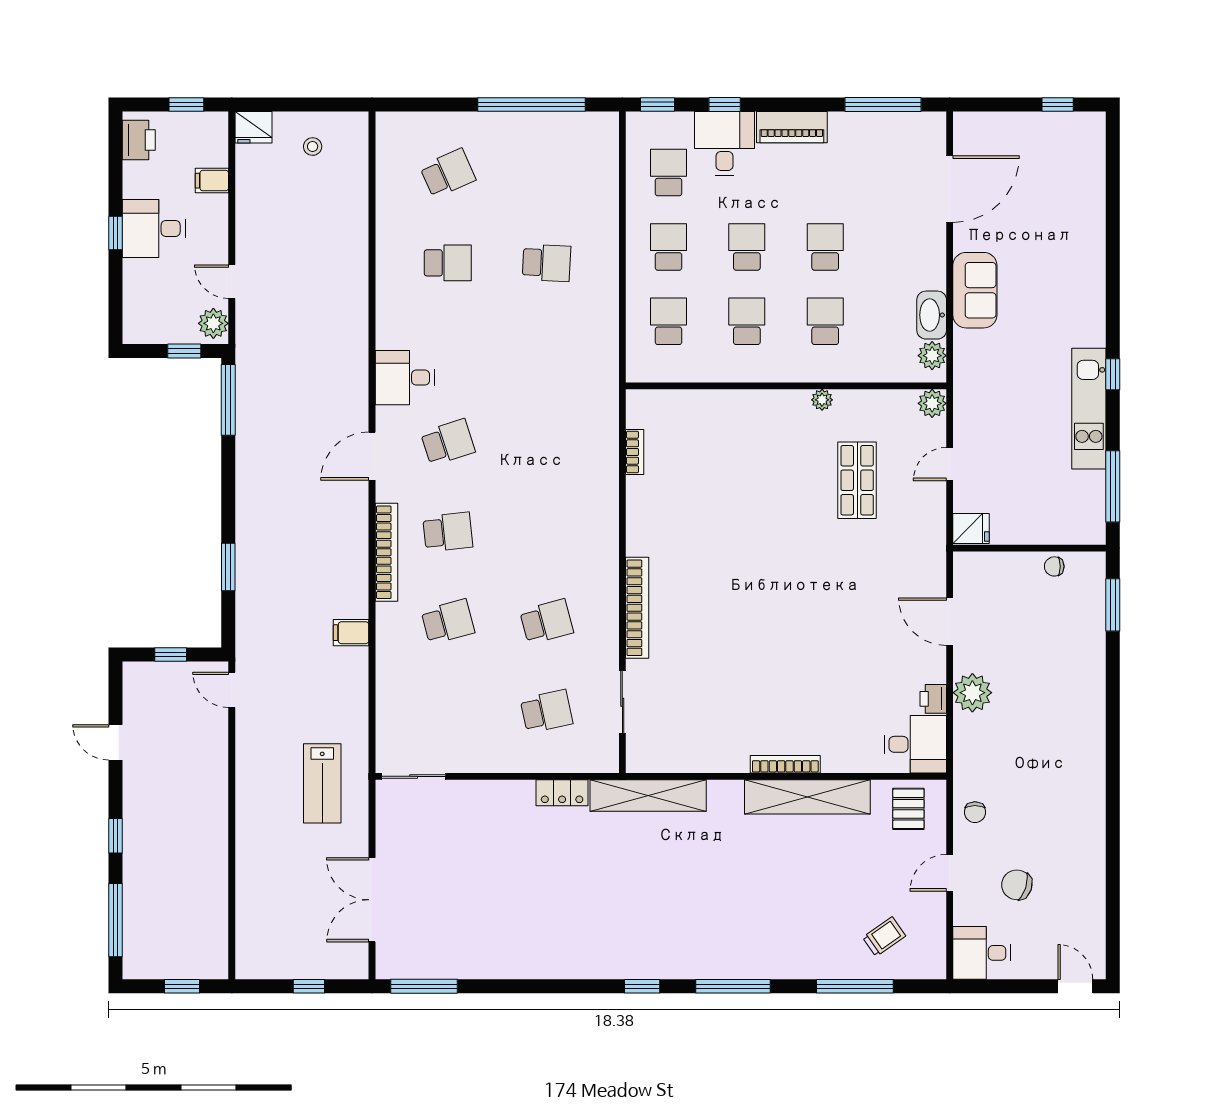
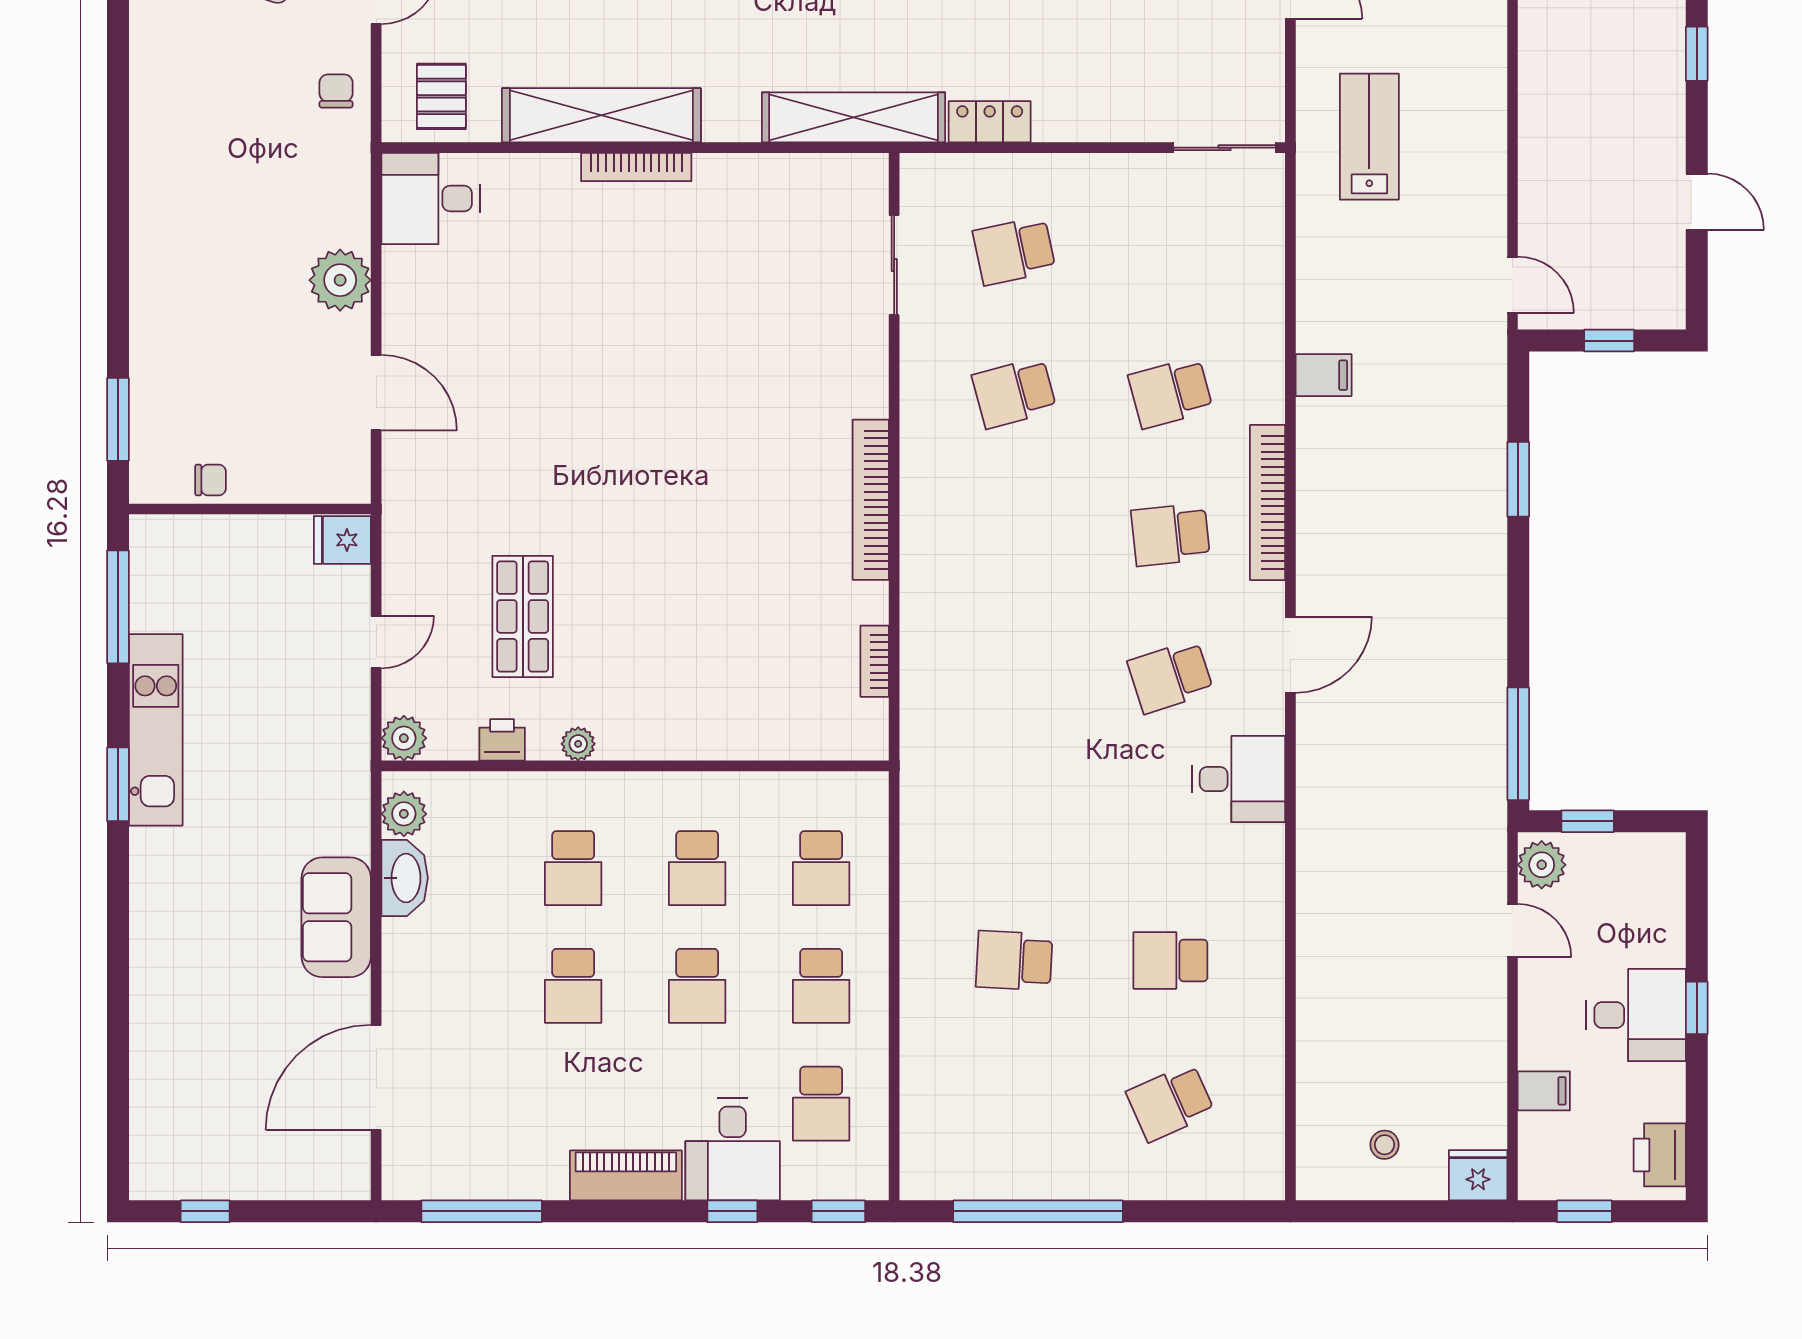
window: (1113, 374) -> (118, 784), width x1.50
bookcase: (637, 608) -> (871, 500), moved
printer: (933, 699) -> (502, 740), moved, turned -90

